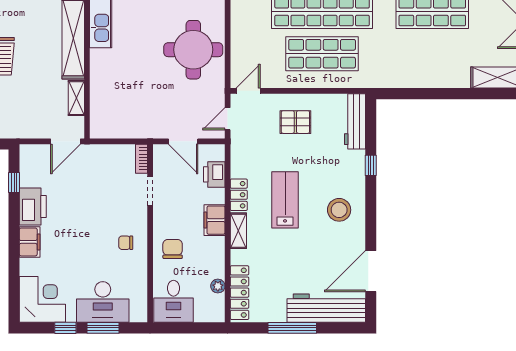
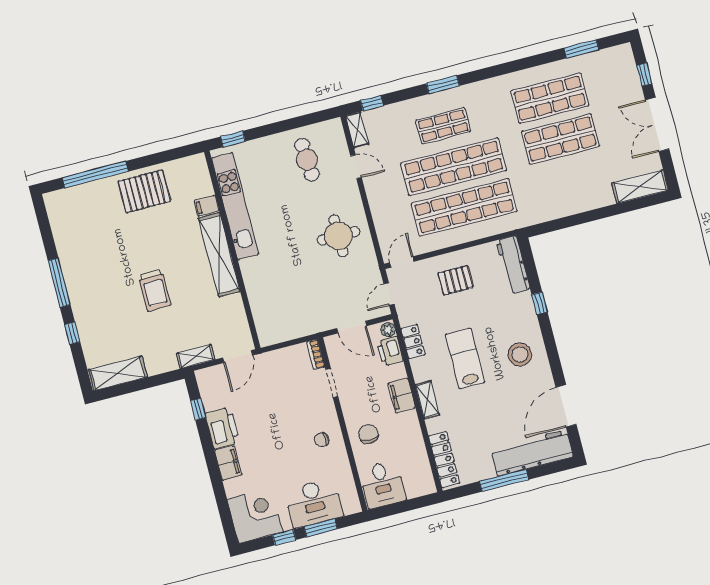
round table: (193, 50) -> (338, 236), width x0.73, depth x0.73
shop shelf: (322, 54) -> (464, 207), width x1.40
shelving: (76, 98) -> (196, 356), moved, turned 90
locker: (239, 195) -> (413, 342), moved
plant: (218, 286) -> (388, 330), moved

